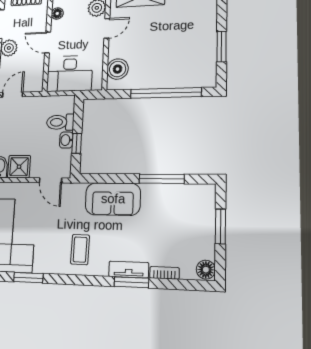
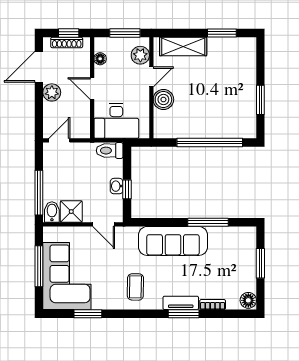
boiler: (118, 69) -> (163, 99), moved
toilet: (60, 122) -> (110, 151), moved
sofa: (113, 199) -> (173, 241), width x1.36

